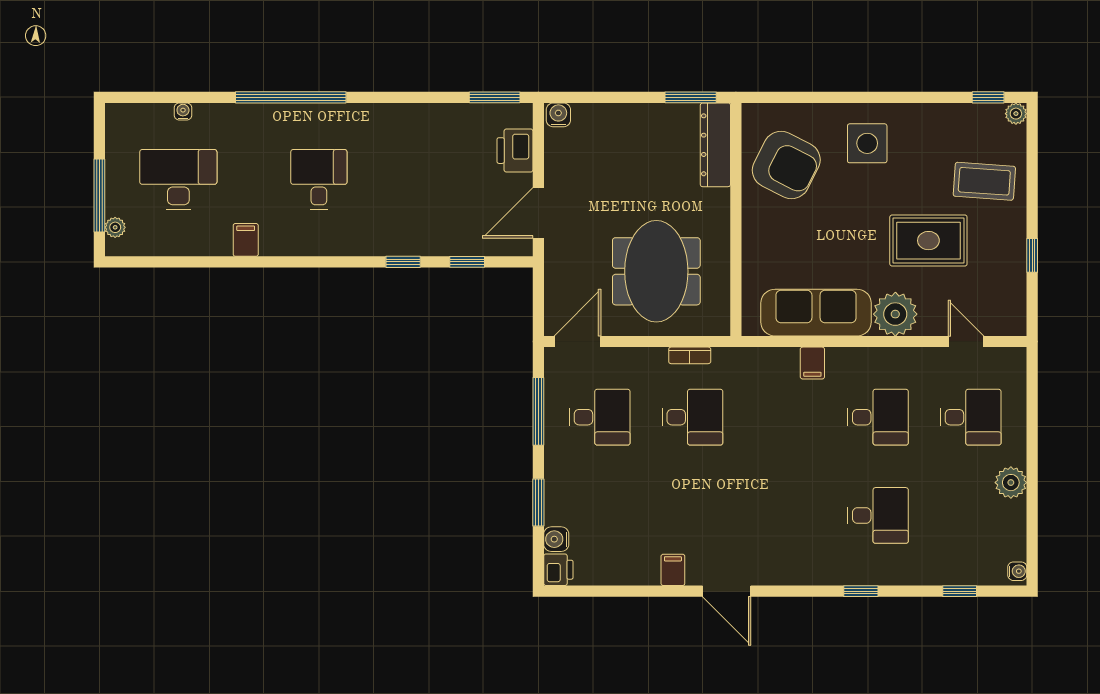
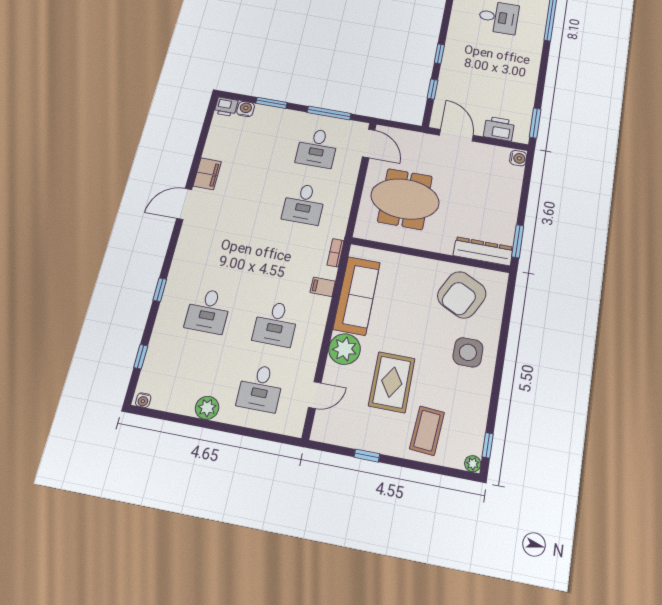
bookcase: (690, 355) -> (336, 253), moved
filing cabinet: (673, 570) -> (207, 174), width x2.00

